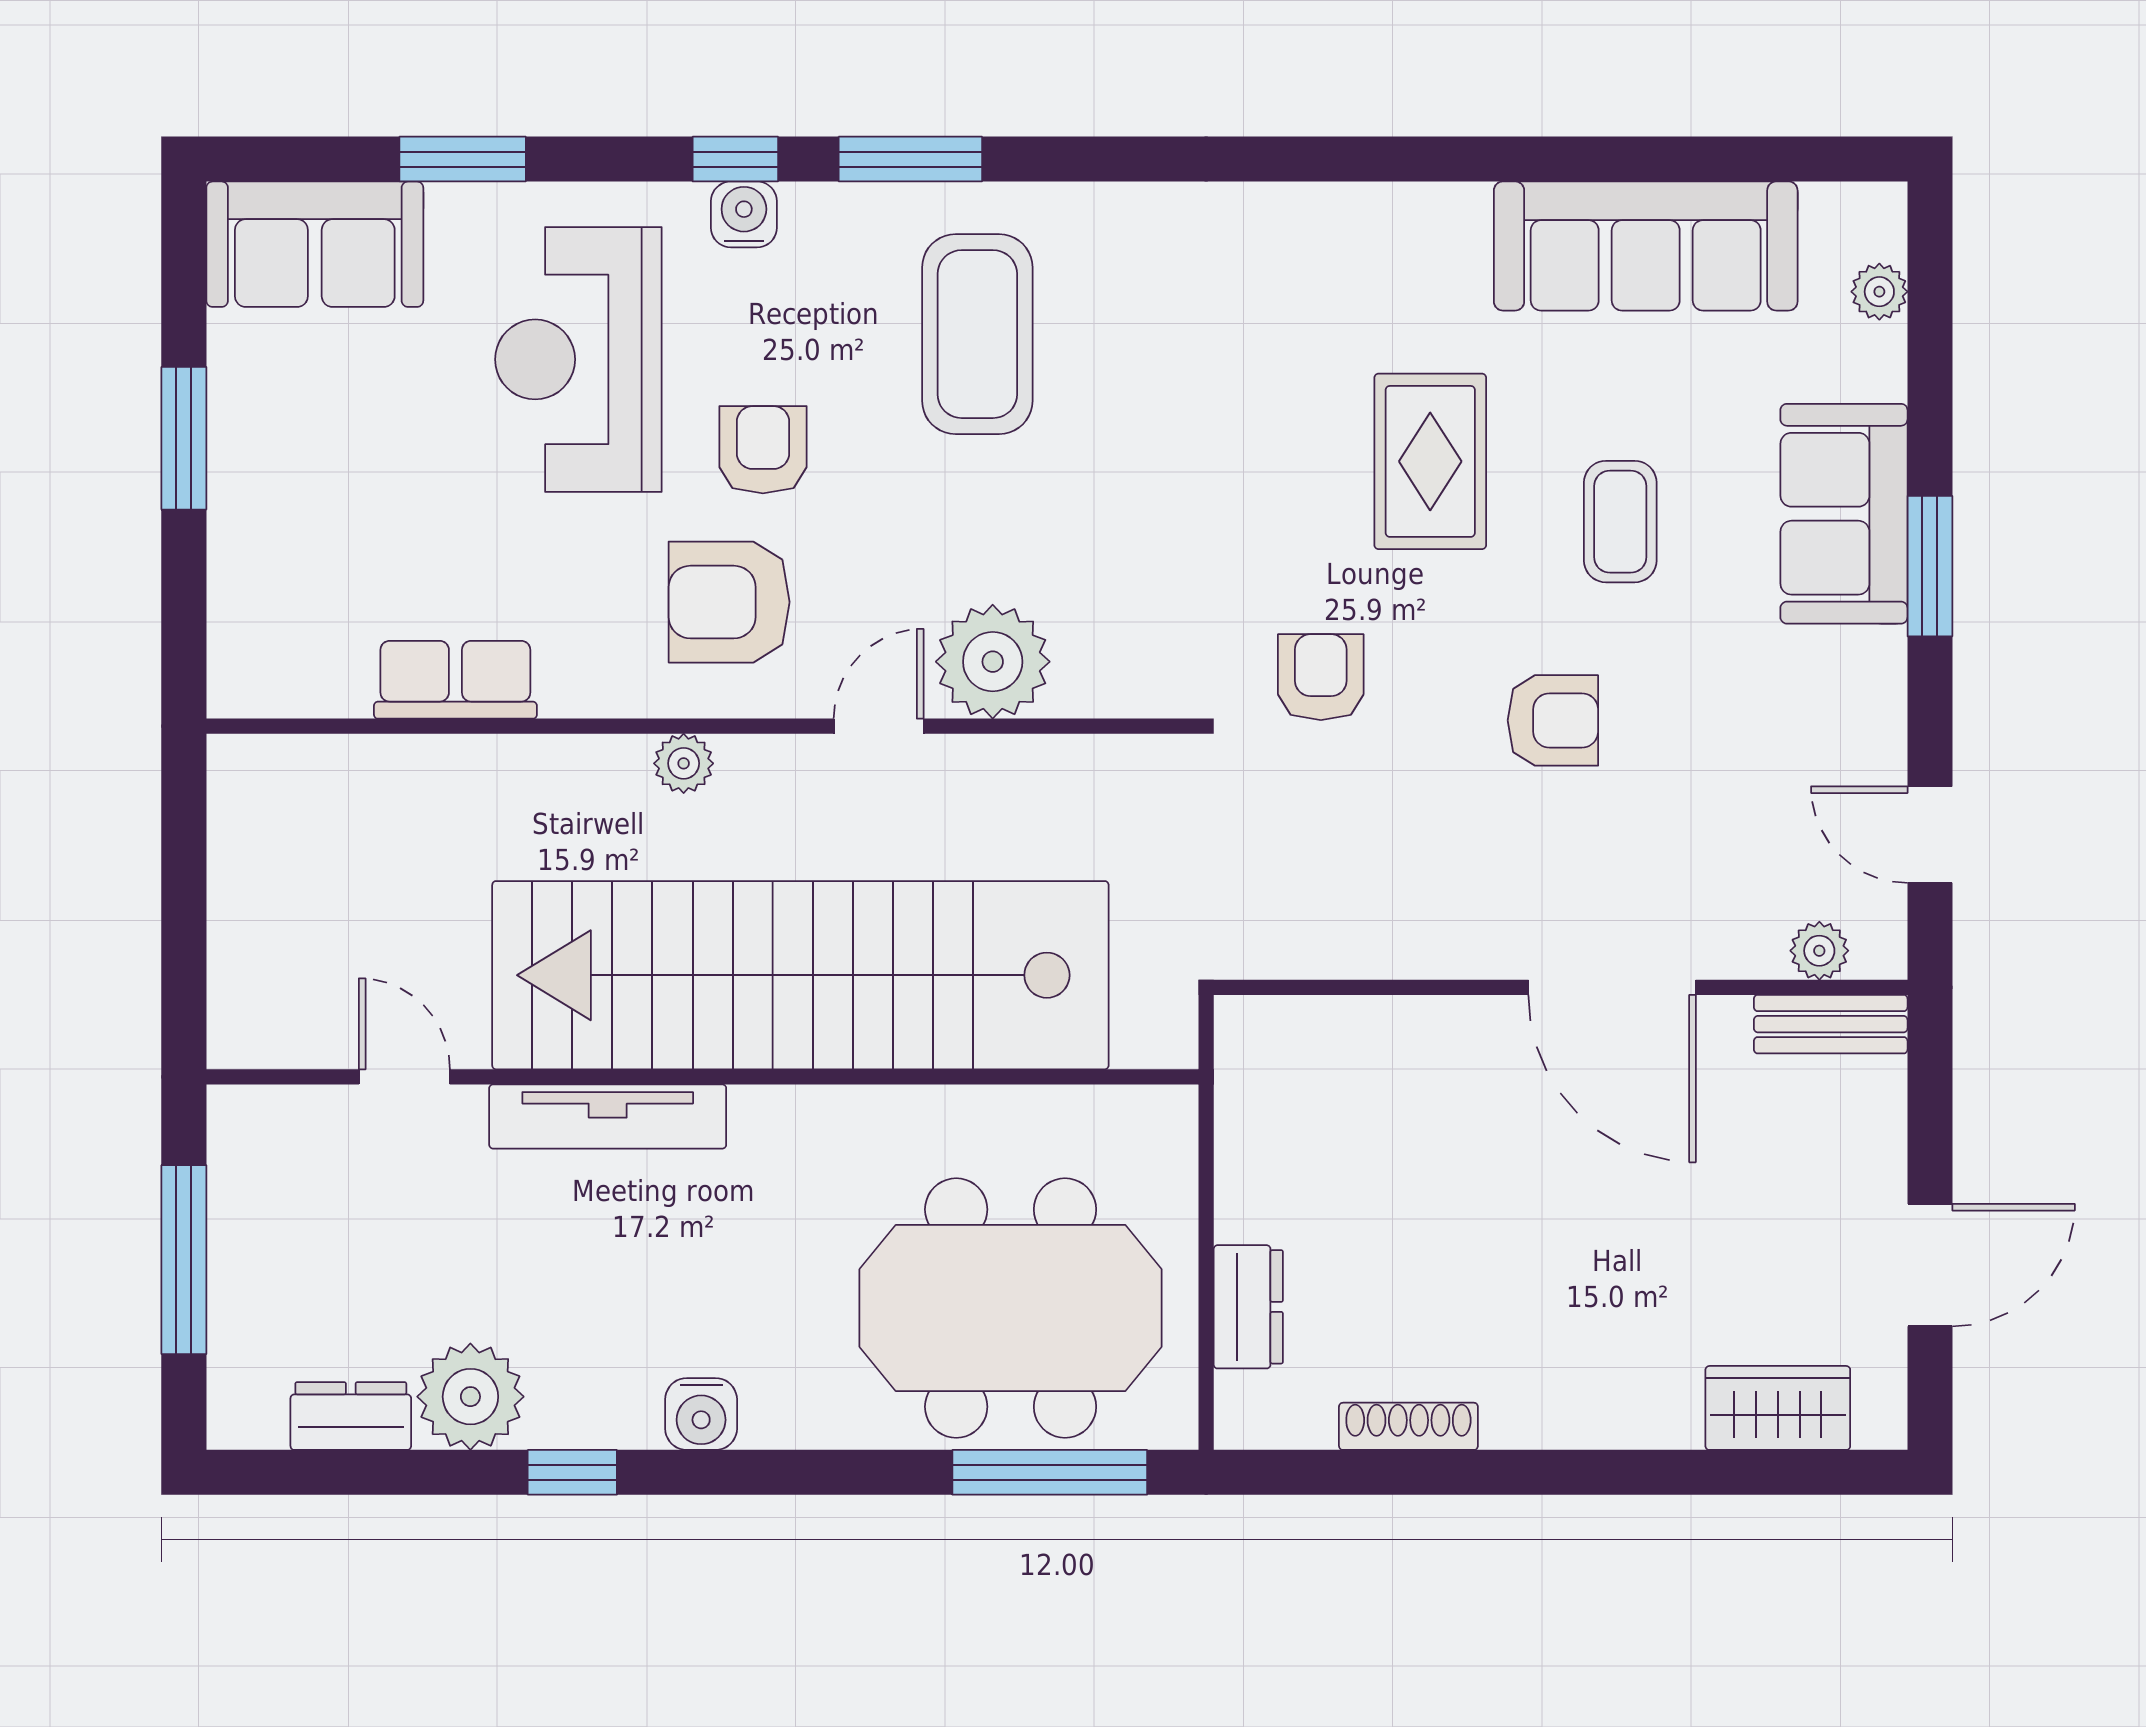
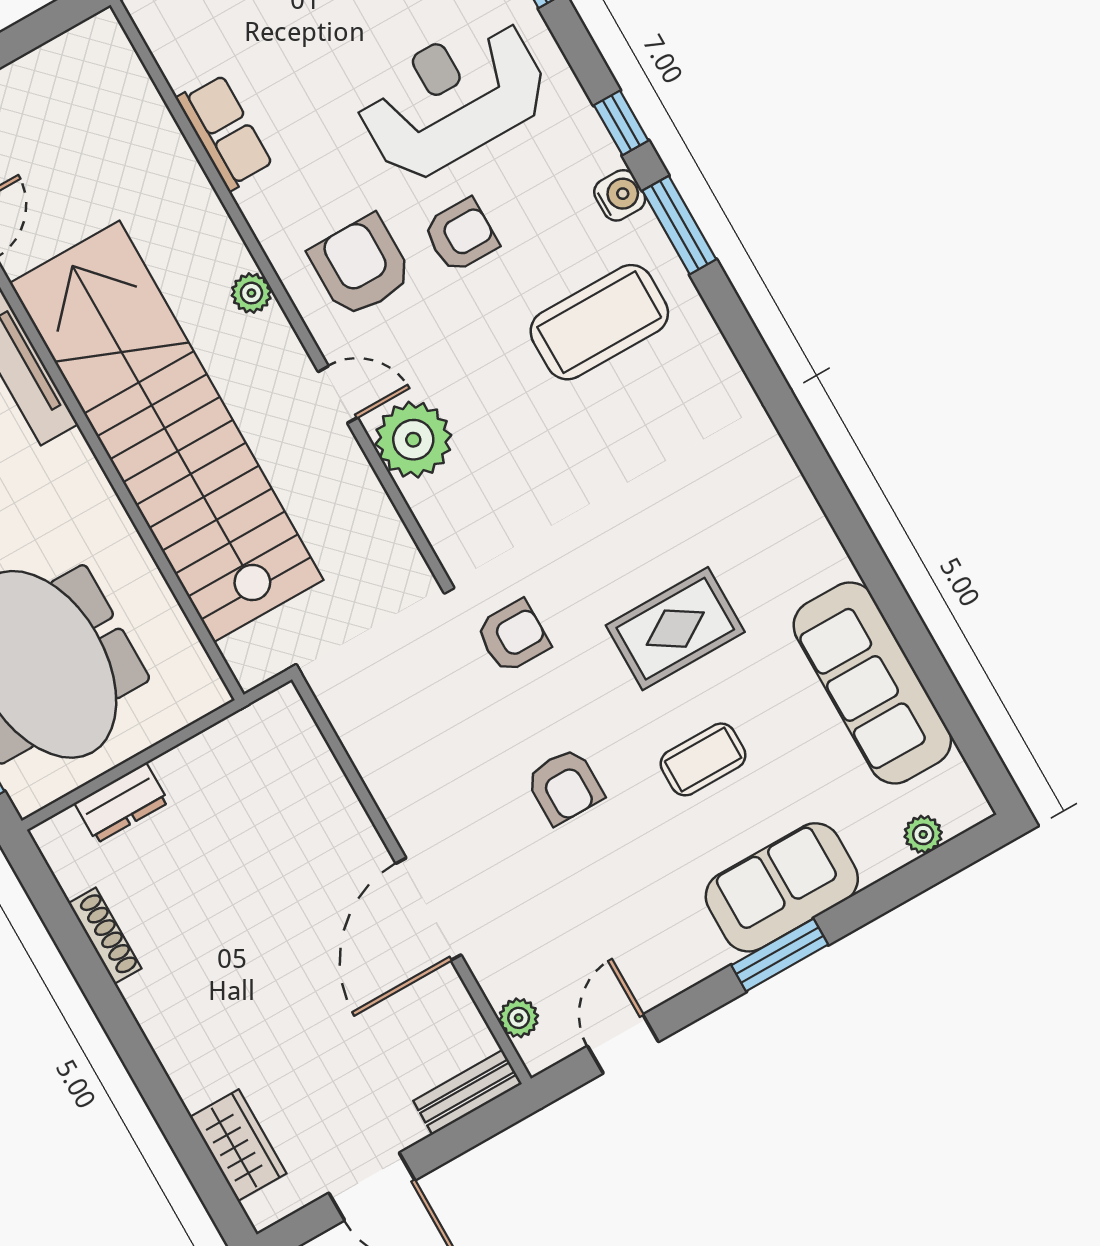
water cooler: (744, 214) -> (620, 195), moved
bench: (1831, 1024) -> (468, 1092), moved, turned 90

